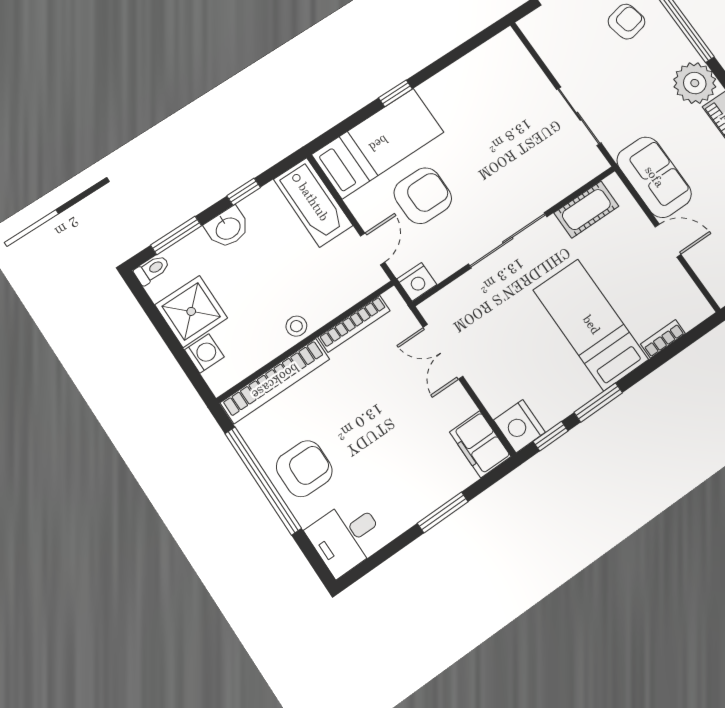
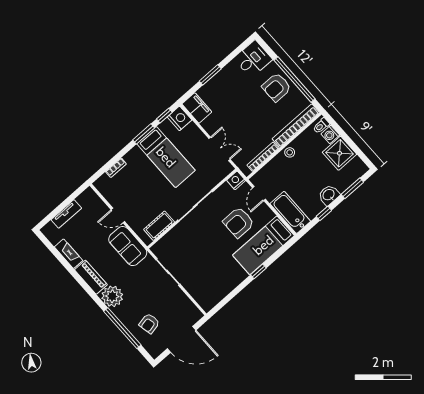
toilet: (152, 270) -> (321, 126), moved
bed: (591, 325) -> (166, 157), moved

